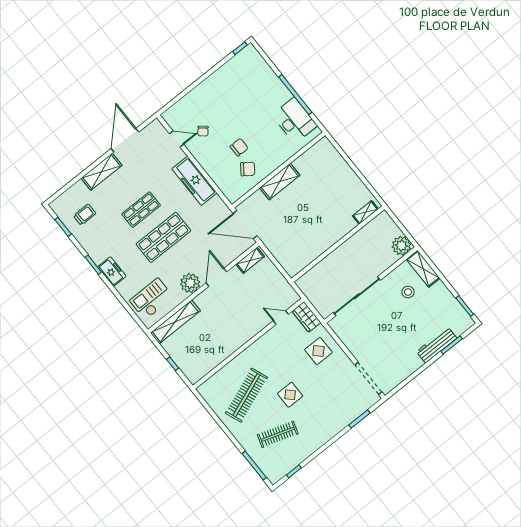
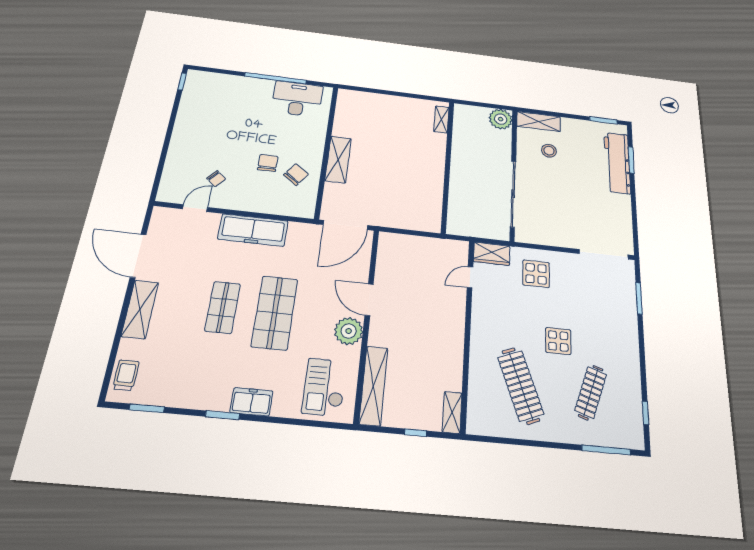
trolley: (85, 215) -> (126, 375), moved
shelving: (250, 260) -> (452, 412), moved
workbench: (437, 345) -> (617, 163), width x1.36, depth x1.32

